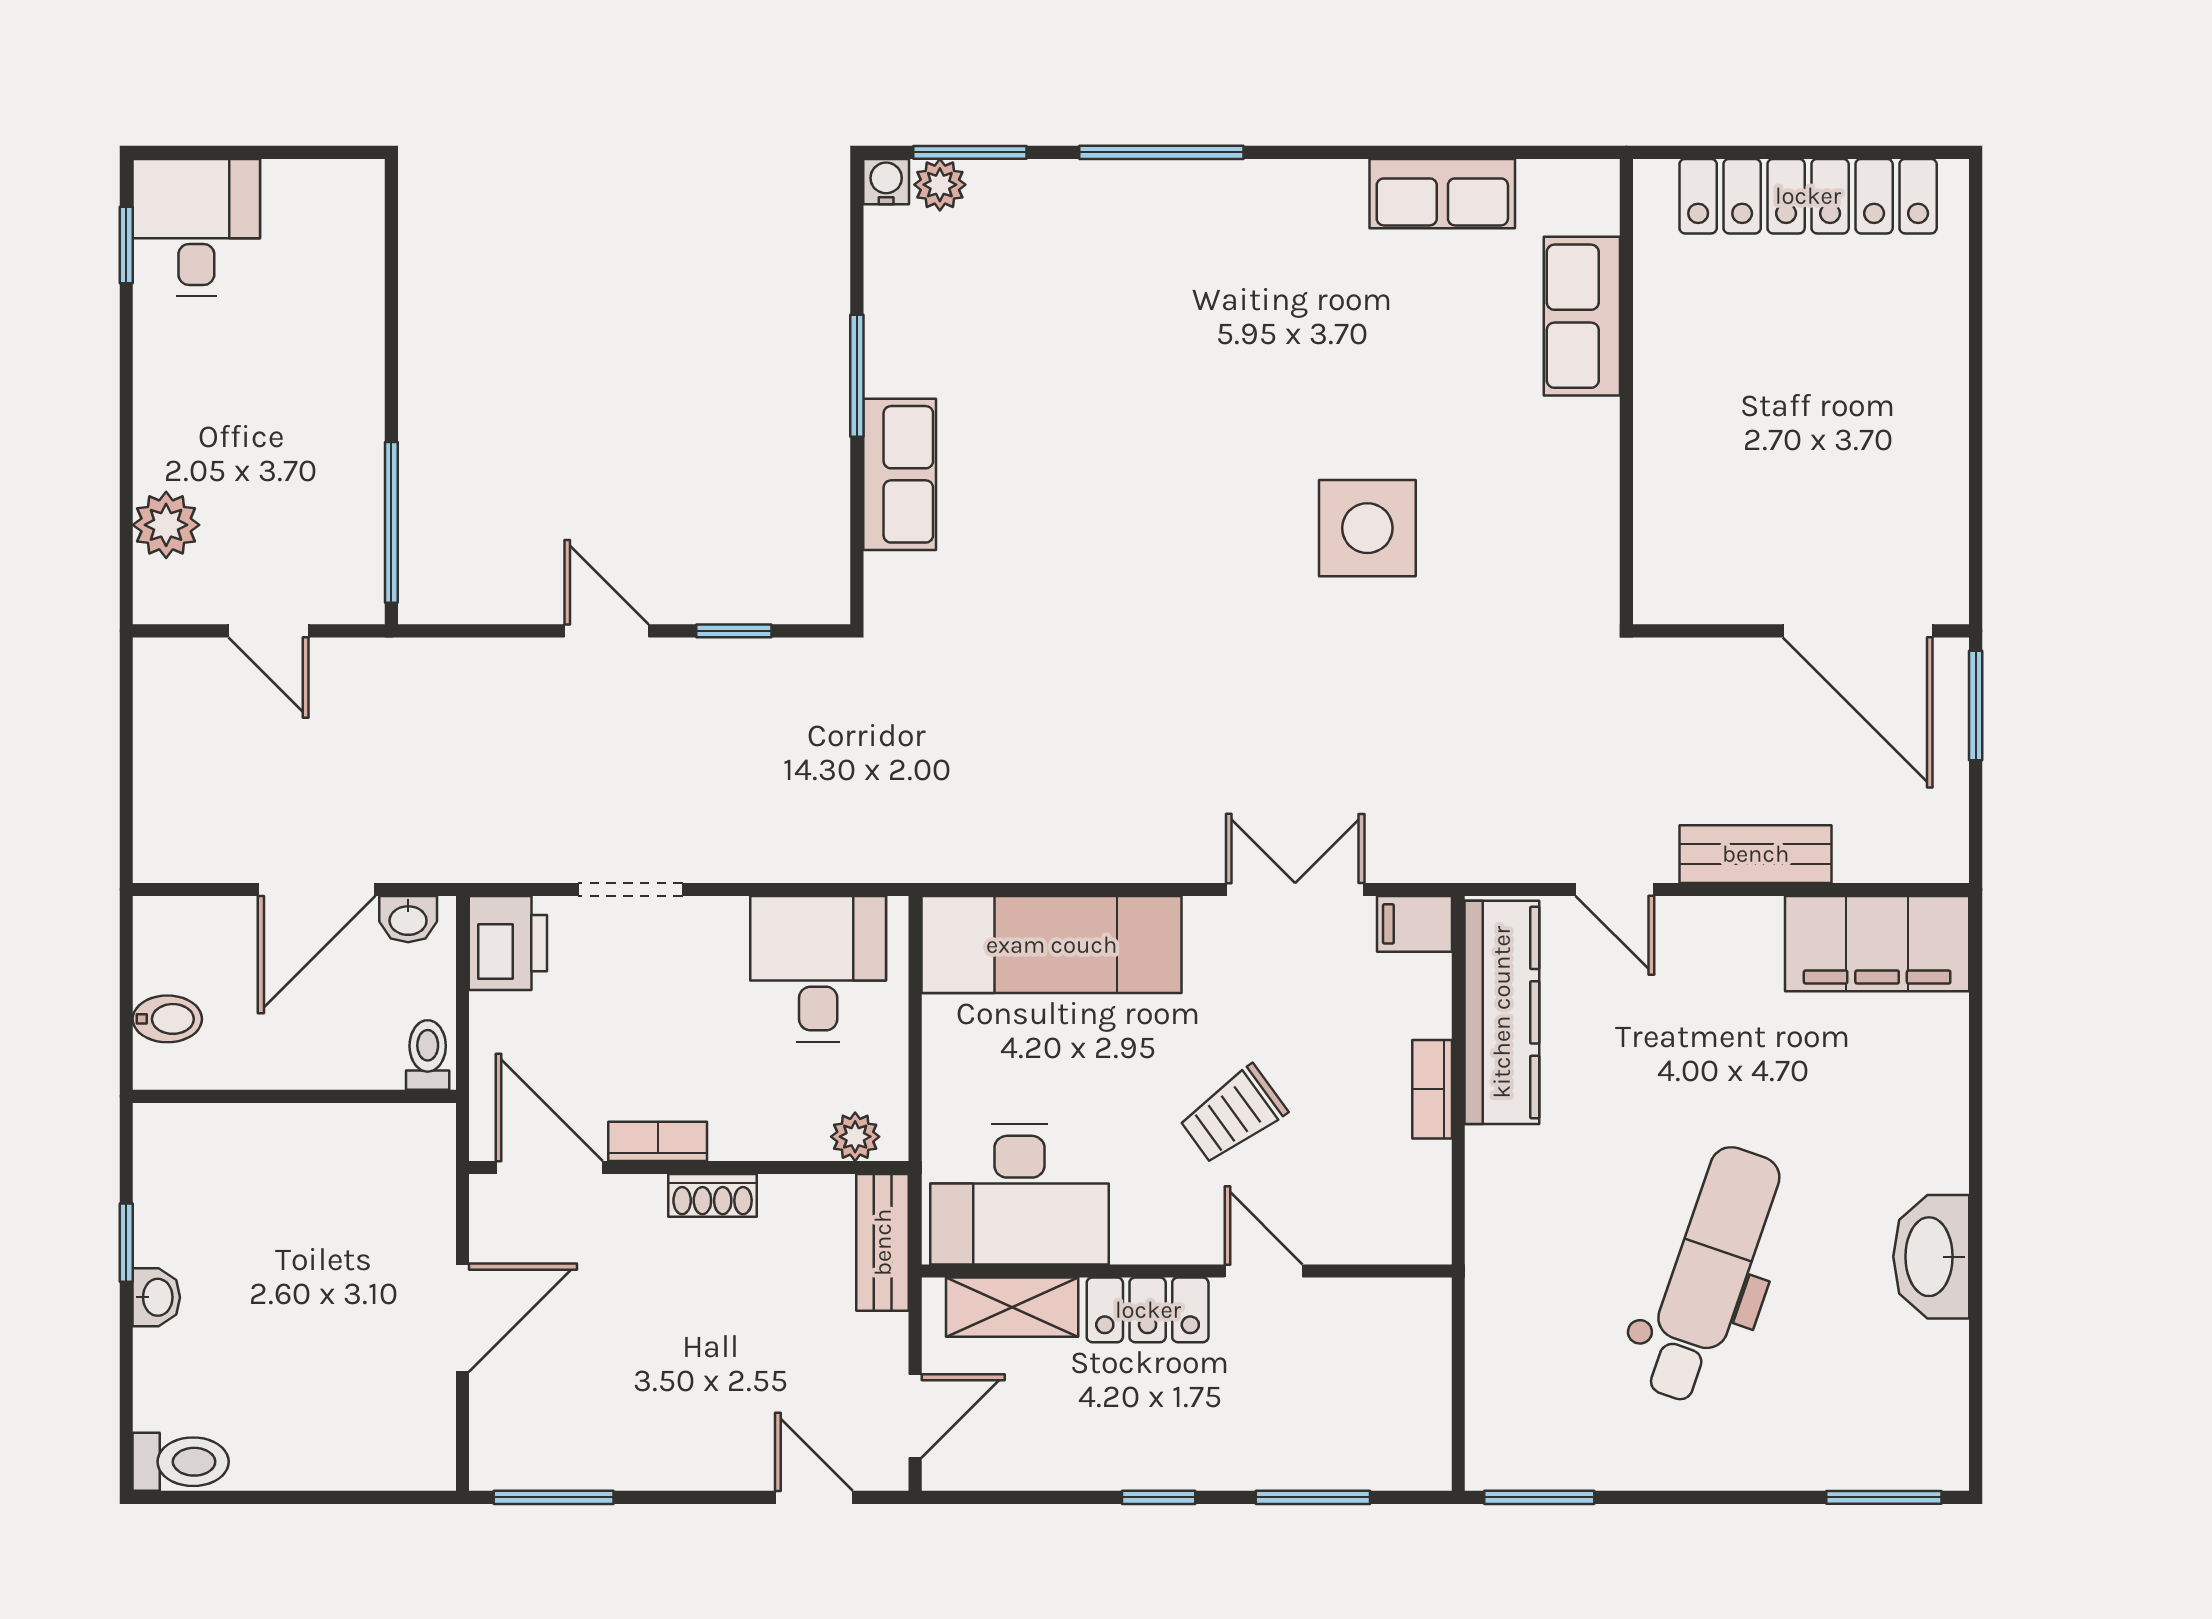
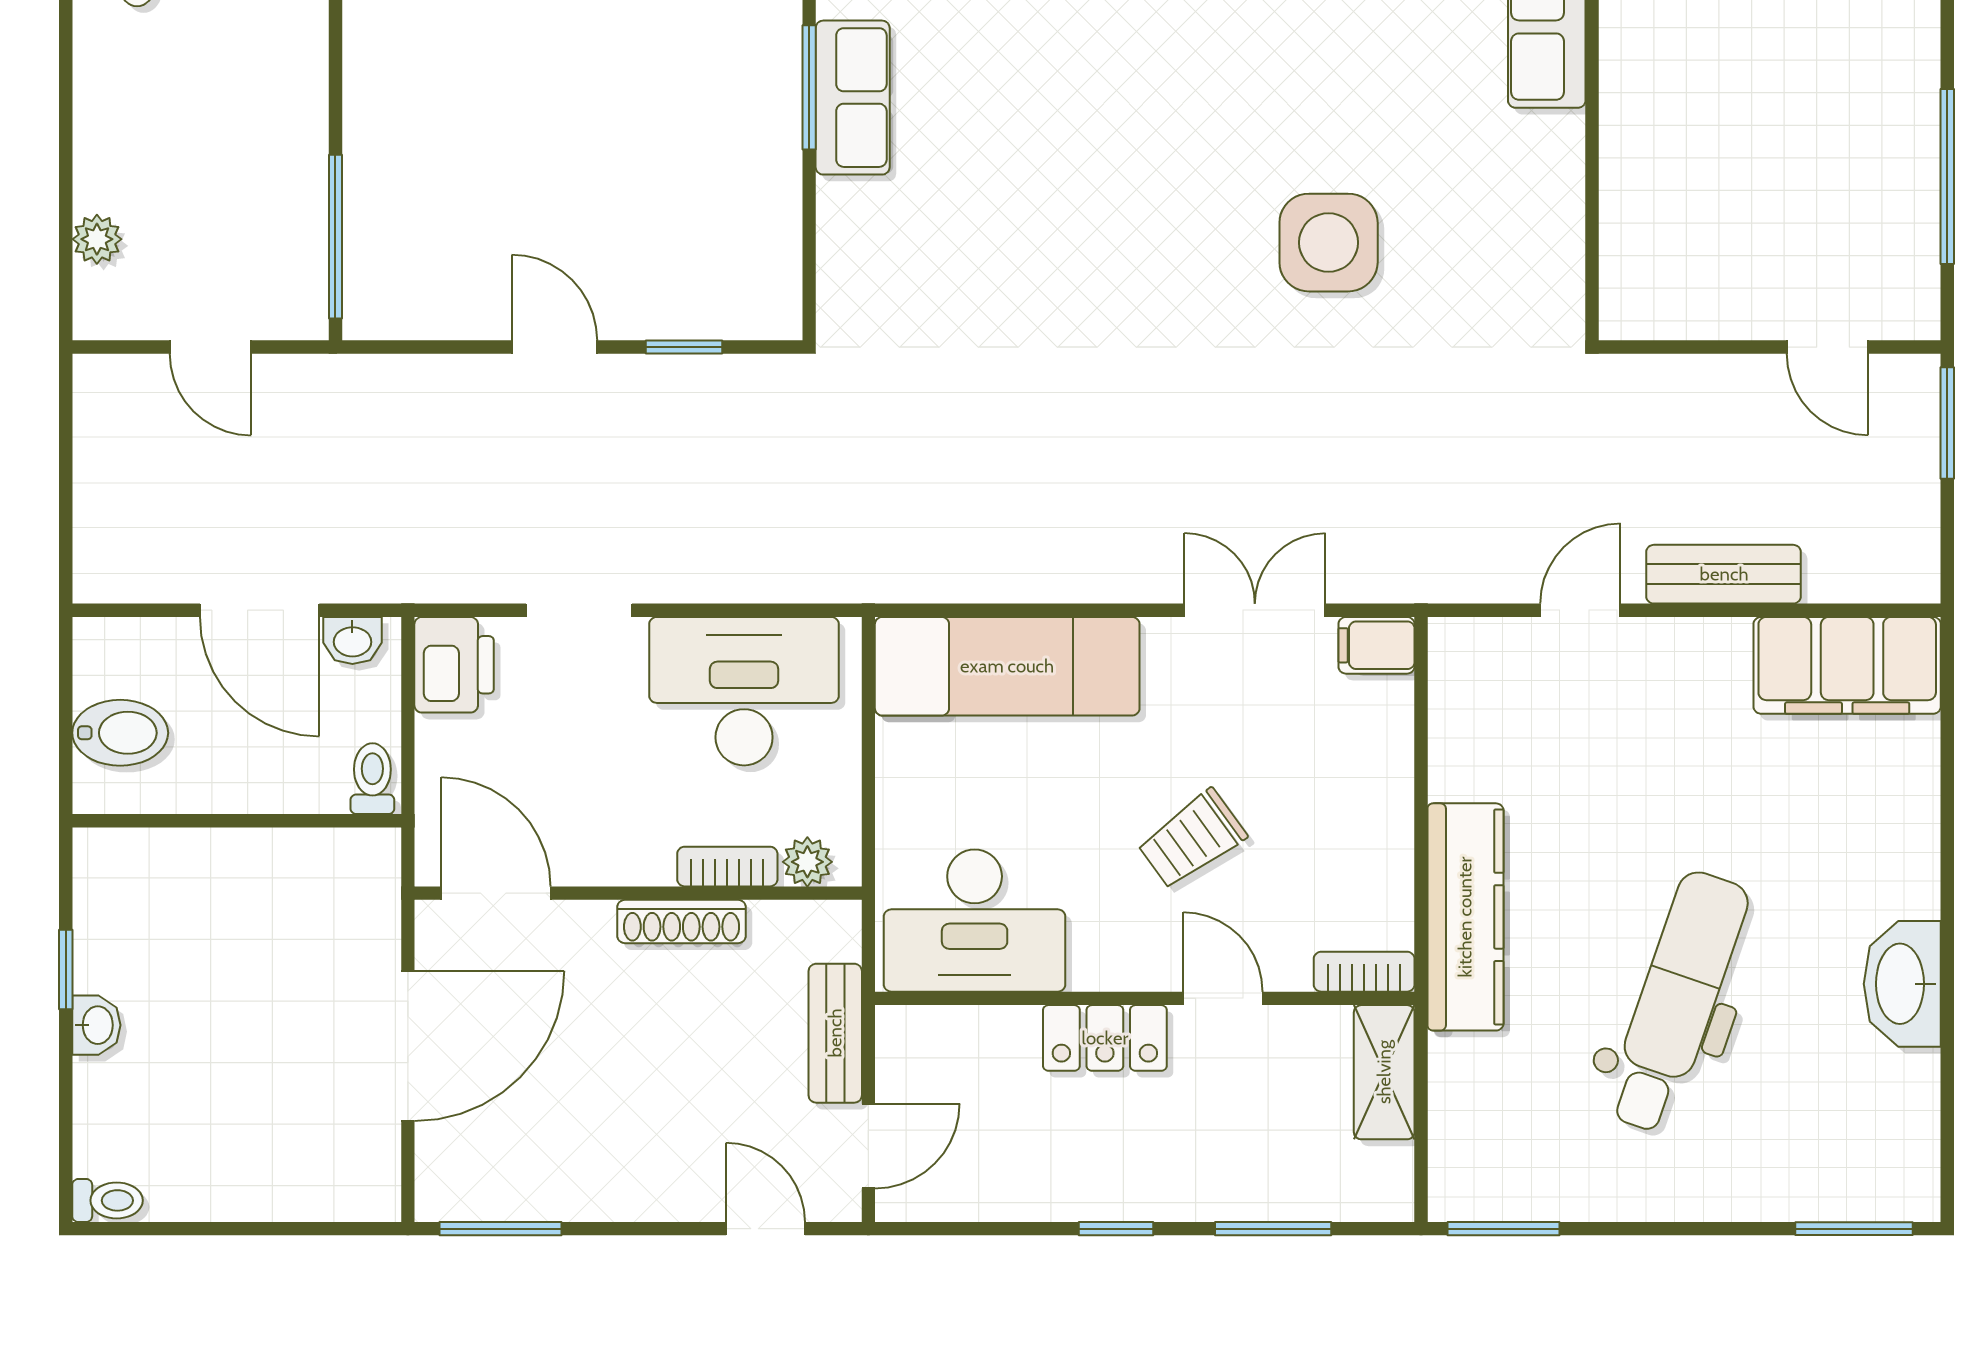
window: (1976, 463) -> (1947, 176), added
row of seats: (900, 474) -> (853, 98), moved
plant: (166, 525) -> (97, 239), width x0.73, depth x0.73
door: (1858, 631) -> (1827, 347), width x0.53
door: (317, 889) -> (260, 610), hinge flipped
door: (1615, 889) -> (1580, 610), swing flipped
desk: (818, 969) -> (744, 691), width x1.37
kitchen counter: (1502, 1012) -> (1465, 917), moved
bidet: (167, 1019) -> (120, 733), width x1.38, depth x1.36
bookcase: (1432, 1089) -> (1364, 972), moved, turned 90
bookcase: (658, 1141) -> (727, 867), moved
shoe rack: (713, 1195) -> (682, 922), width x1.43
bench: (883, 1242) -> (835, 1033), moved
shelving: (1012, 1307) -> (1384, 1072), moved, turned 90
door: (463, 1318) -> (408, 1046), width x1.36
toilet: (181, 1462) -> (107, 1200), width x0.73, depth x0.72

